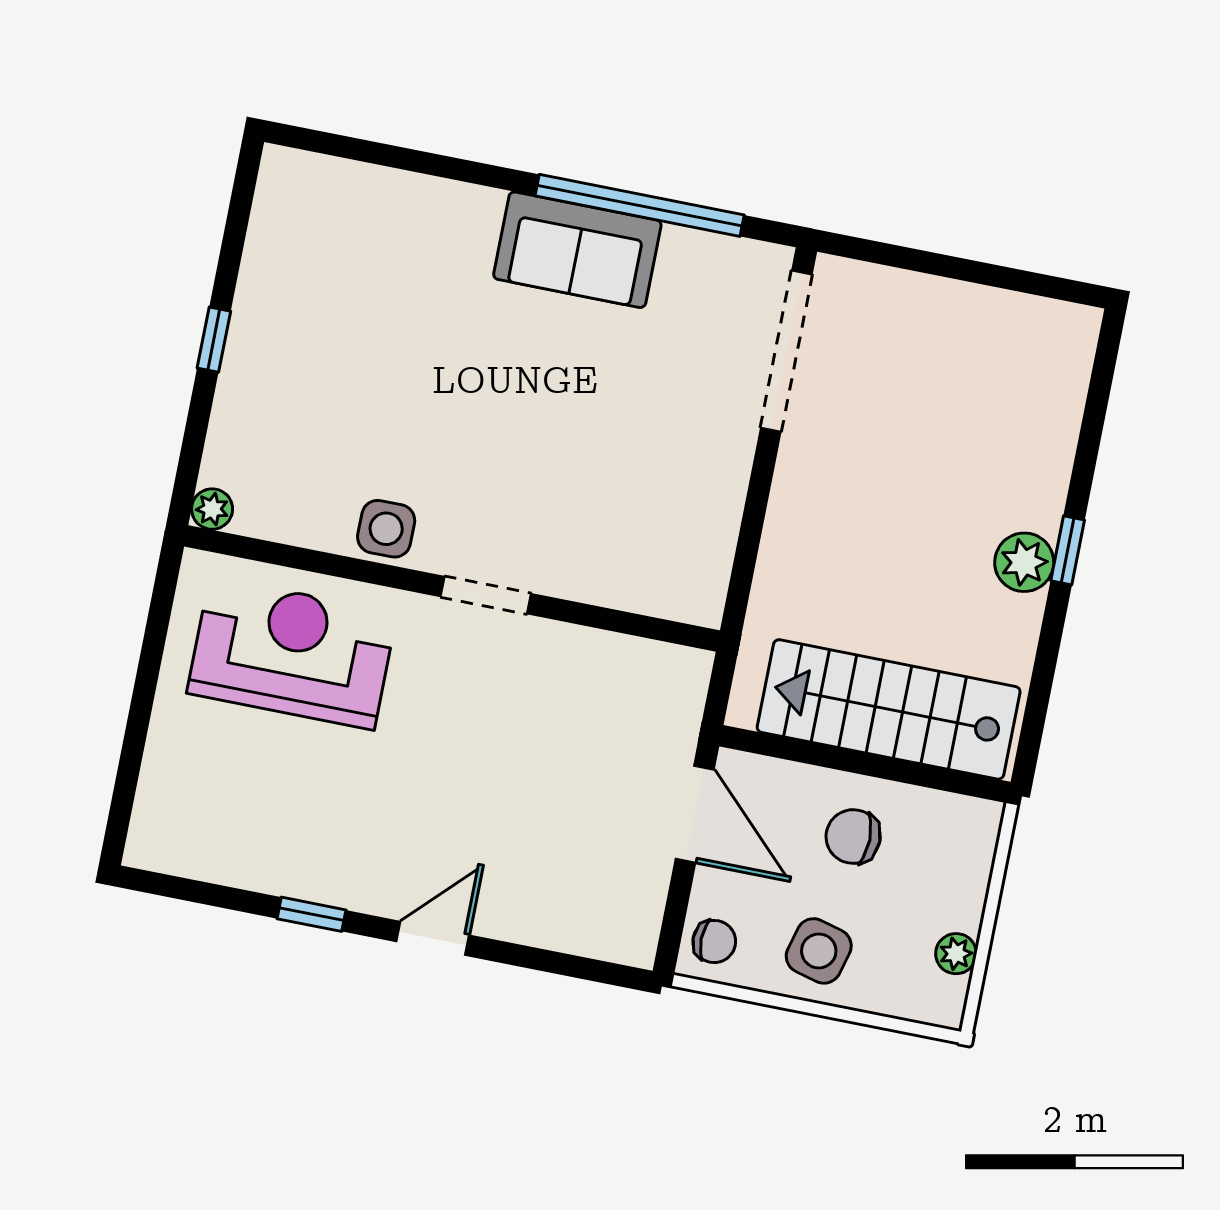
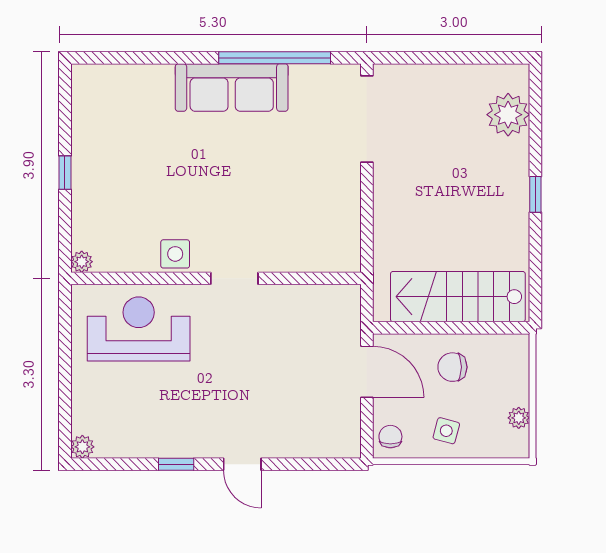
sofa: (577, 250) -> (232, 88), width x1.36
plant: (1024, 562) -> (508, 115), moved, width x1.36, depth x1.36
plant: (146, 848) -> (82, 447), added
door: (433, 938) -> (242, 464), swing flipped
chair: (714, 941) -> (390, 437), turned -90
side table: (819, 951) -> (446, 431), width x0.73, depth x0.73

